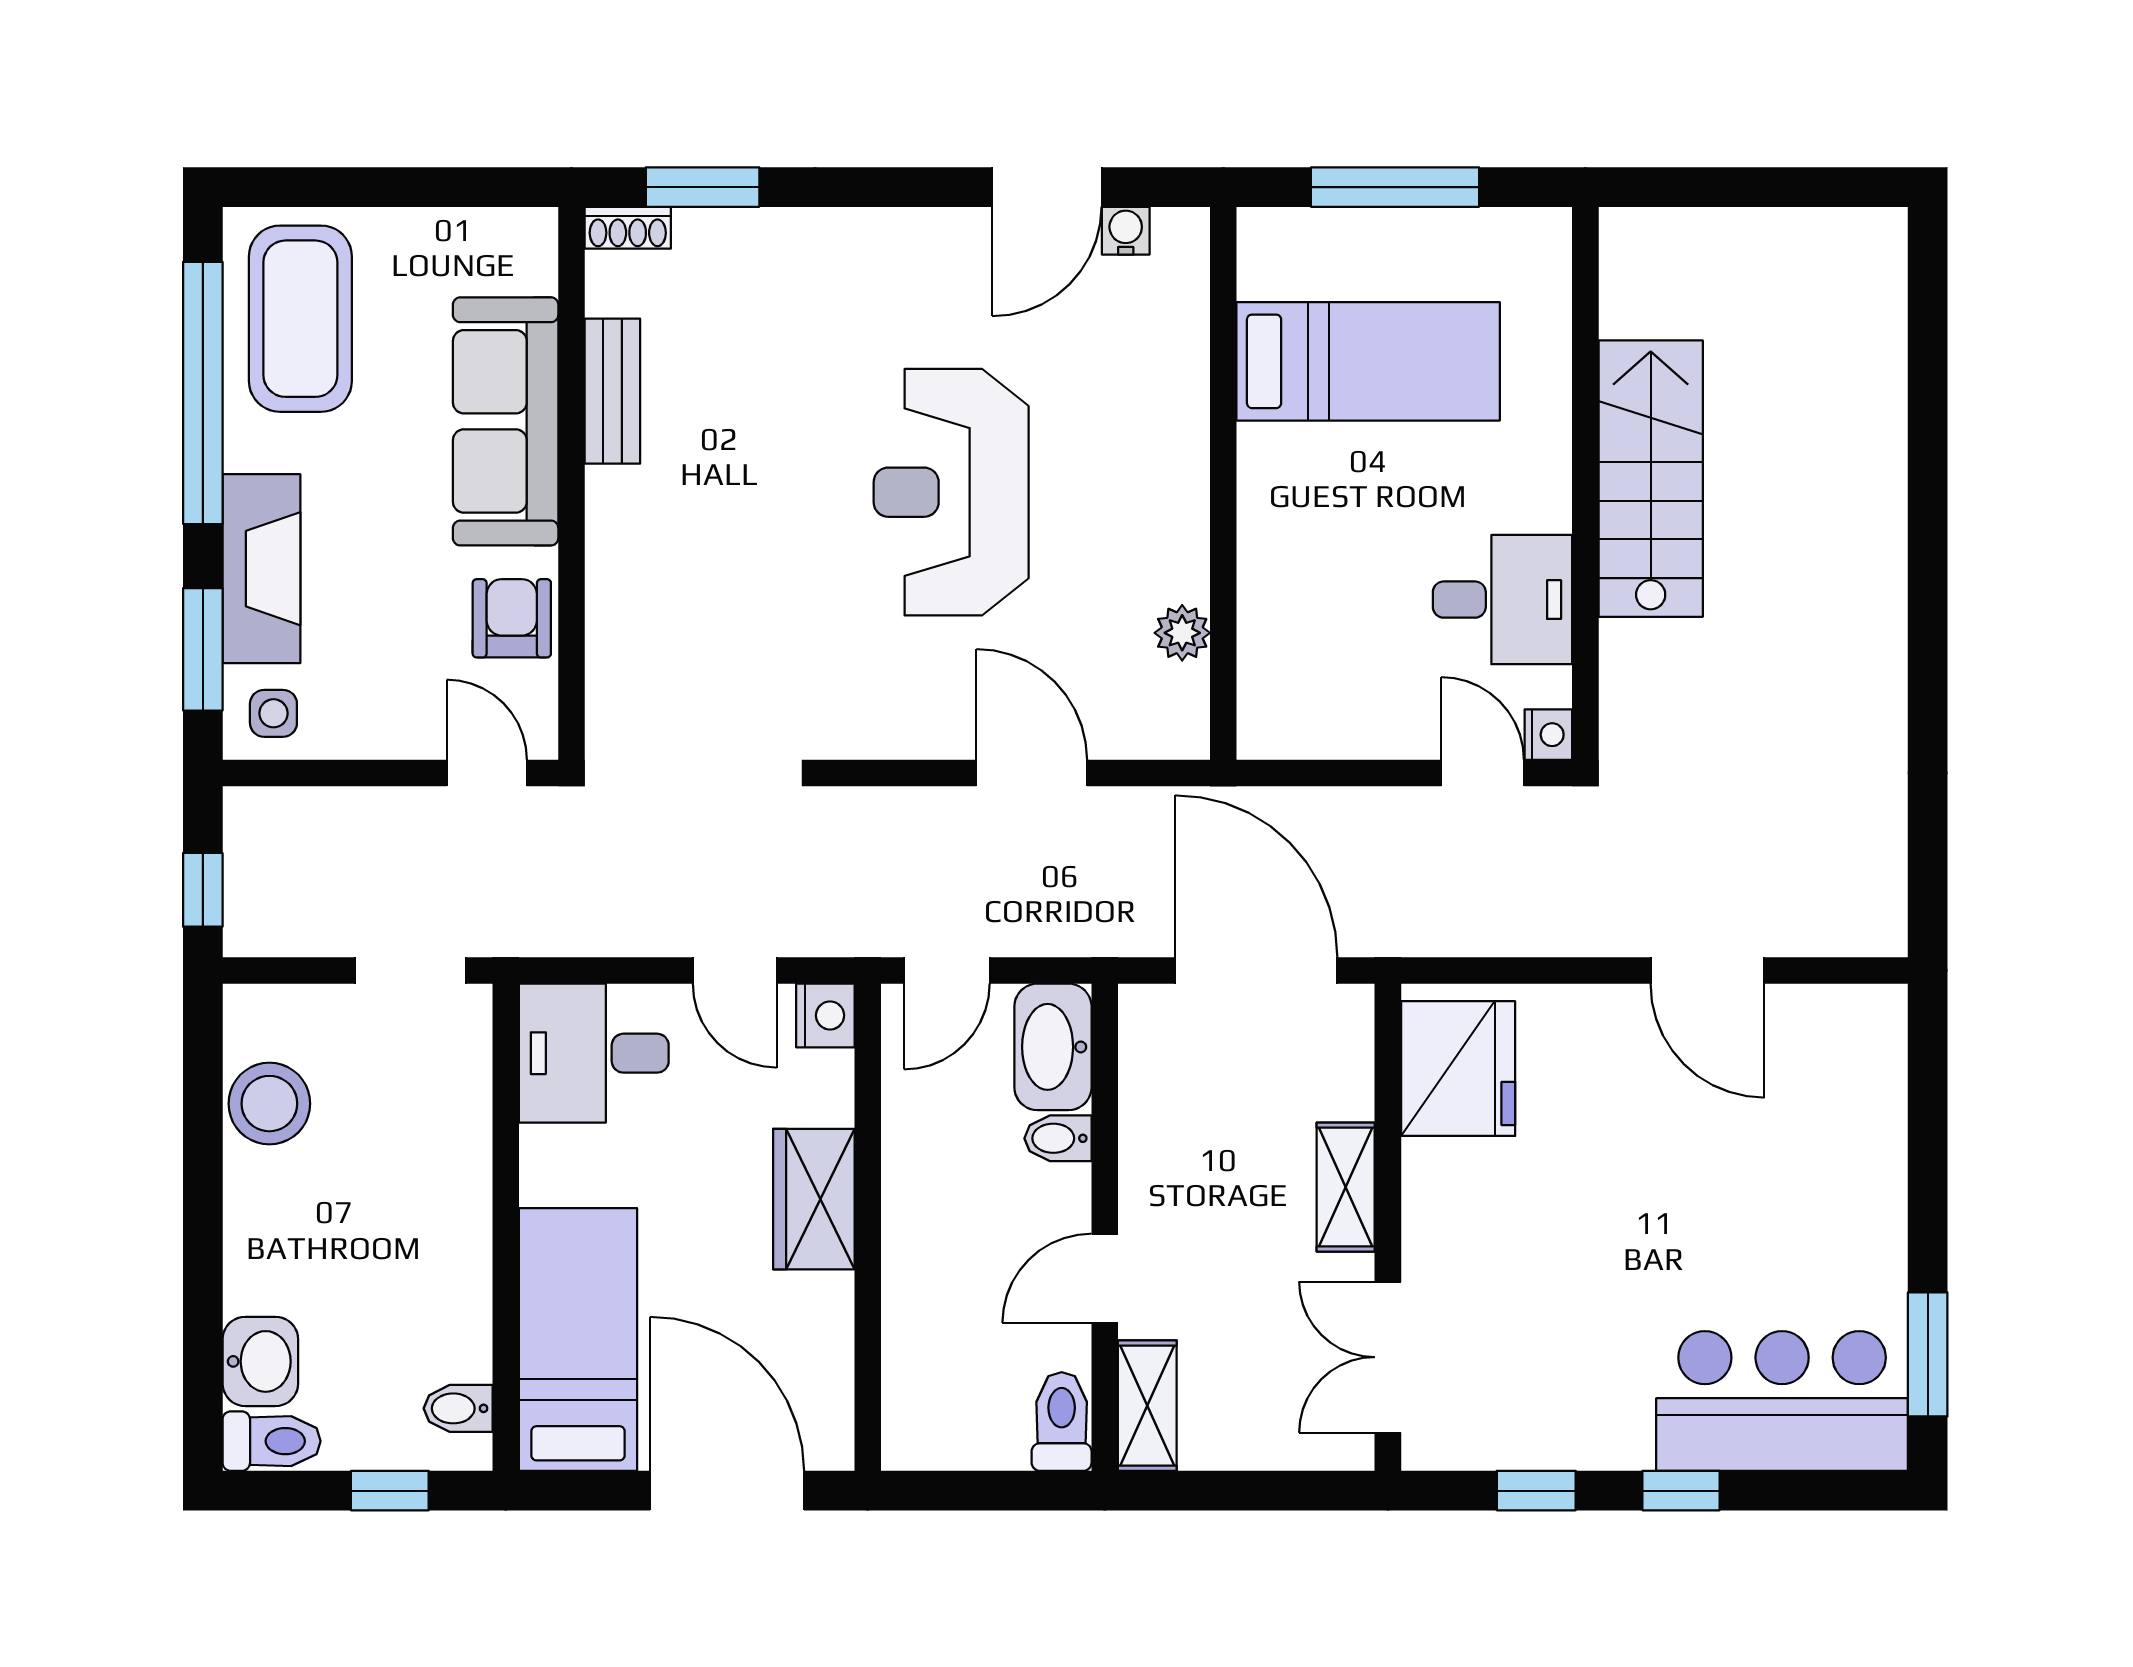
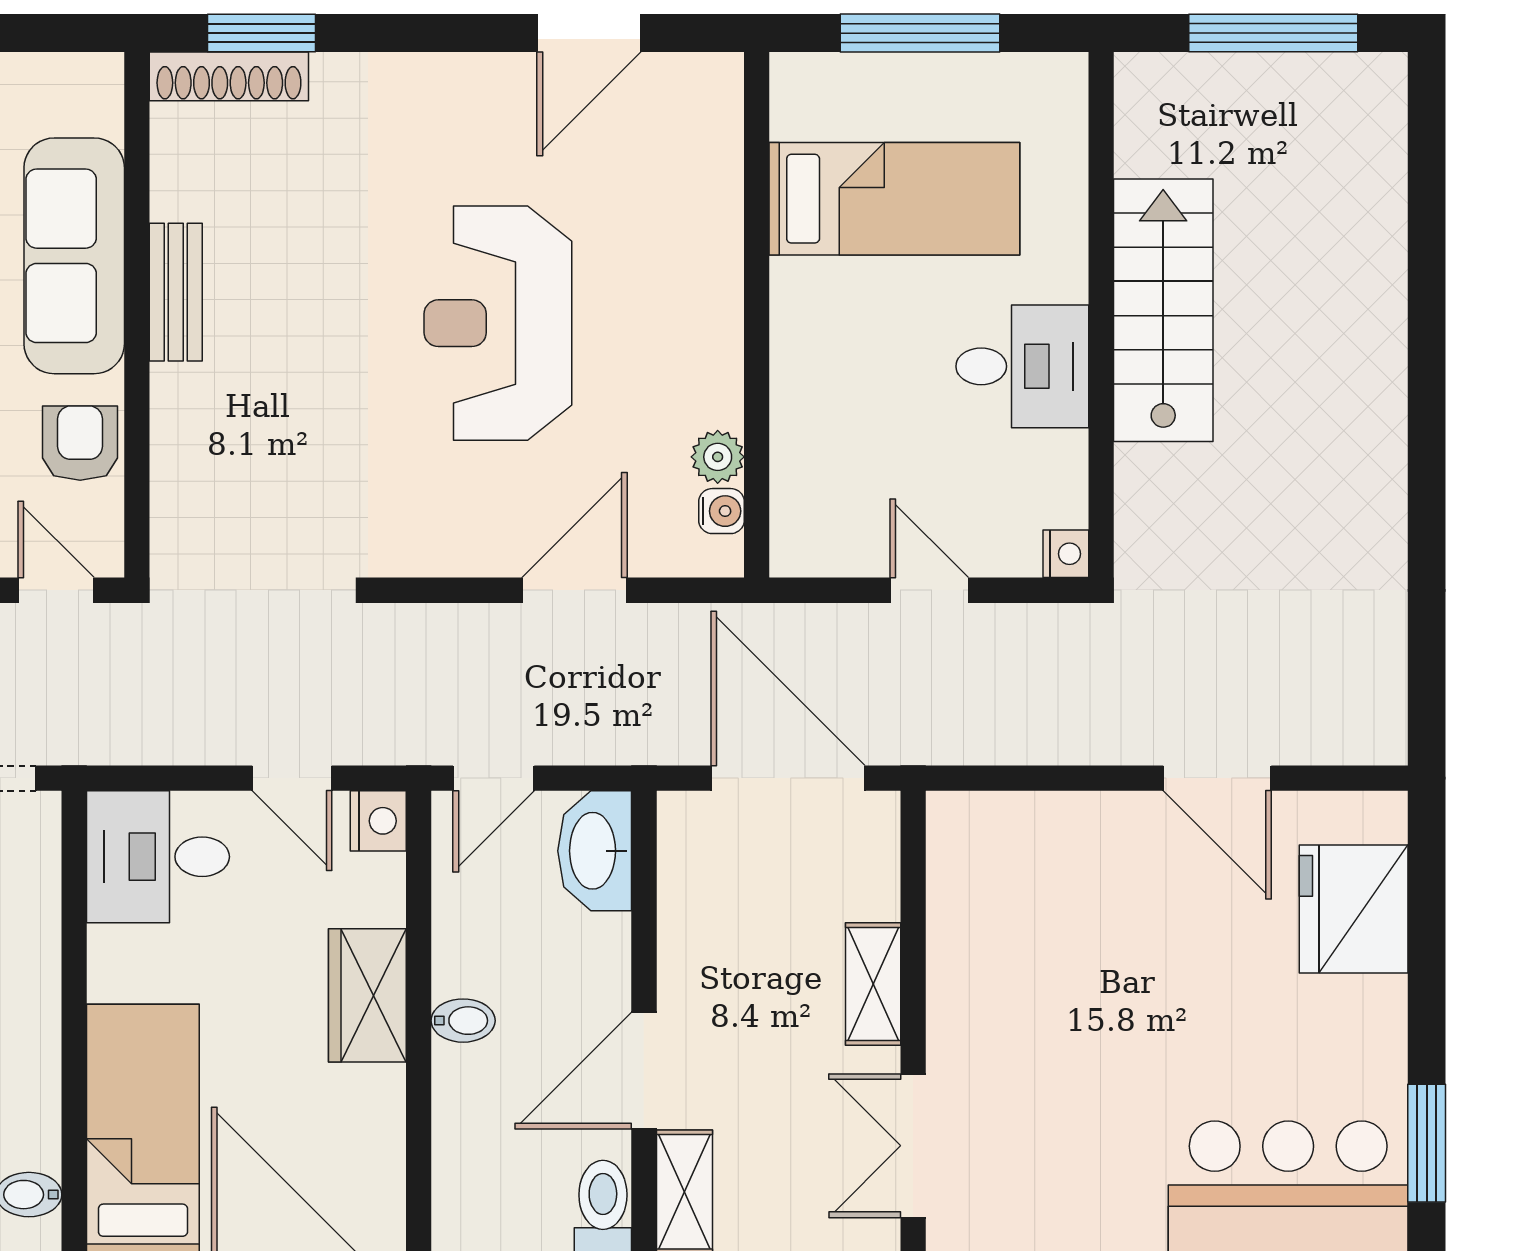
window: (1766, 187) -> (1273, 33), added
shoe rack: (628, 228) -> (229, 76), width x1.94, depth x1.24
water cooler: (1126, 231) -> (721, 511), moved, turned 90
bench: (612, 391) -> (176, 292), moved
desk: (1502, 600) -> (1022, 366), moved
door: (1032, 773) -> (574, 590), hinge flipped
door: (1482, 773) -> (929, 590), moved
fridge: (1458, 1069) -> (1354, 909), moved, turned 180
bidet: (1058, 1138) -> (463, 1021), moved, turned 180
door: (1105, 1278) -> (644, 1071), width x1.38

